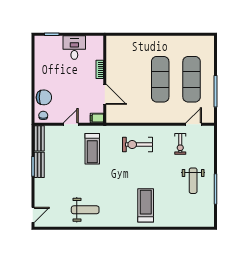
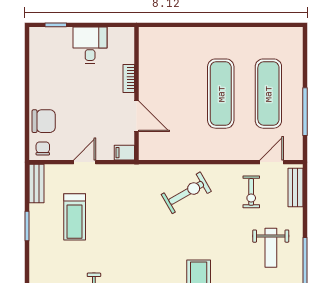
exercise bike: (138, 145) -> (186, 193), turned 150
treadmill: (92, 149) -> (75, 217), moved
bench: (39, 165) -> (295, 188), moved

